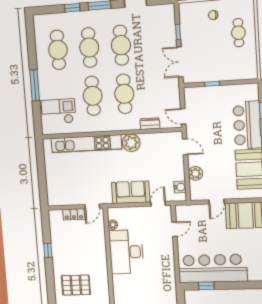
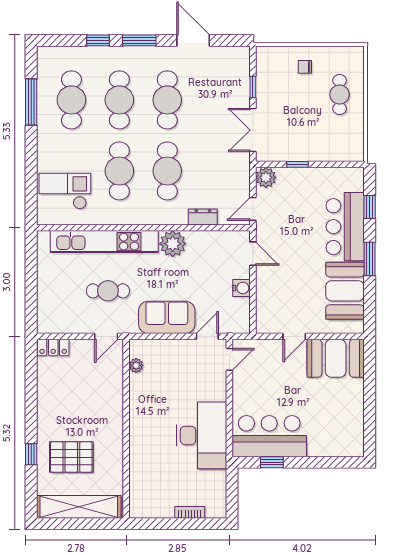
window: (35, 85) -> (31, 102), moved
door: (183, 116) -> (253, 209), hinge flipped
plant: (196, 173) -> (266, 177), moved
cafe table: (91, 176) -> (108, 291), added
water cooler: (180, 187) -> (241, 288), moved
locker: (74, 214) -> (53, 347), moved
door: (174, 229) -> (229, 359), moved
window: (48, 250) -> (31, 454), moved
desk: (126, 252) -> (202, 435), moved, turned 180
bar counter: (213, 268) -> (269, 436), width x0.73

